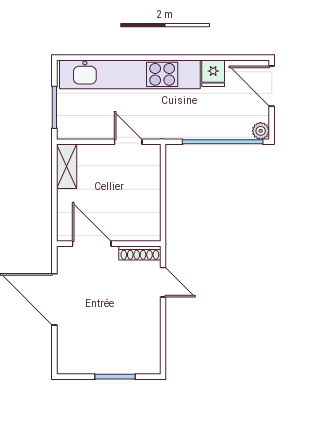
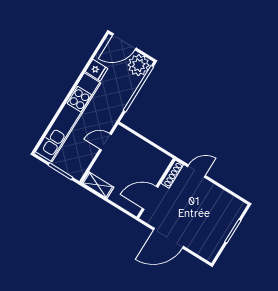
plant: (261, 131) -> (139, 65), width x1.88, depth x1.88

